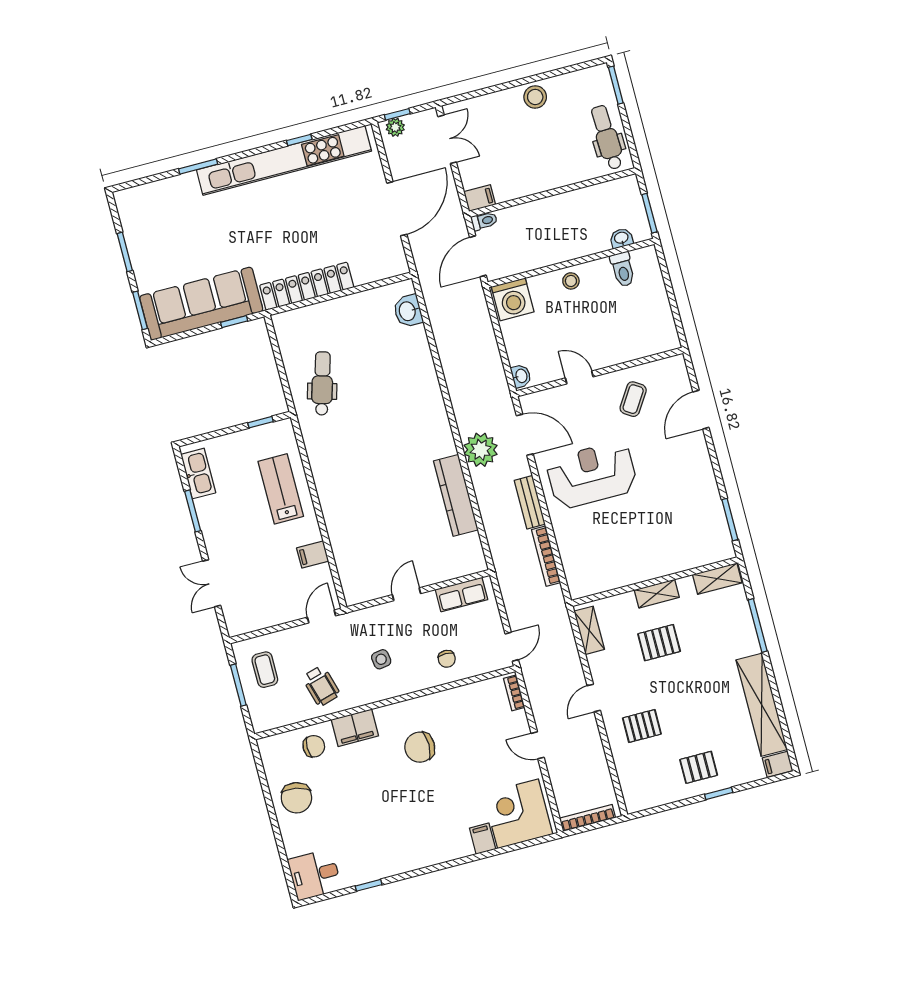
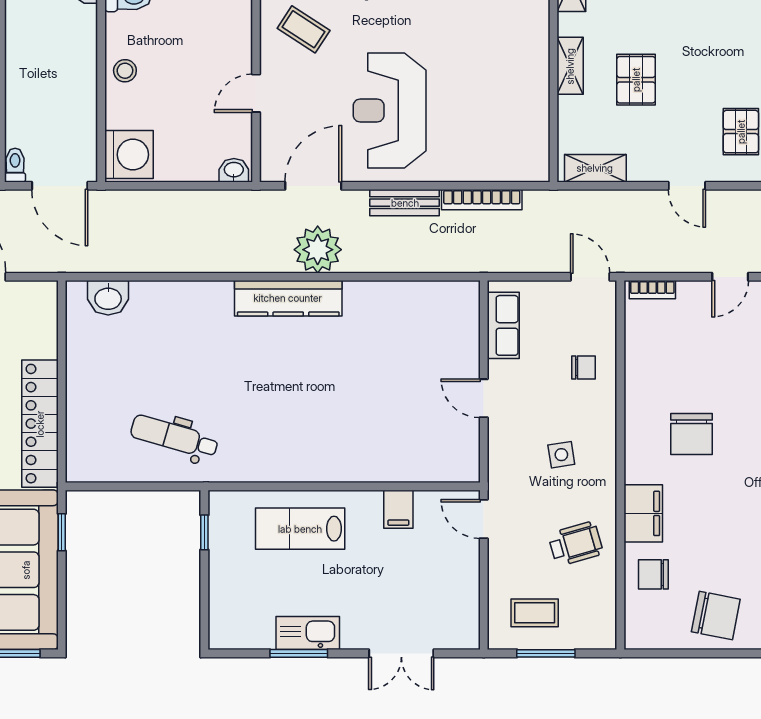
kitchen sink: (198, 474) -> (308, 633), moved
kitchen counter: (456, 495) -> (288, 298), moved
chair: (314, 746) -> (653, 574), turned -90

